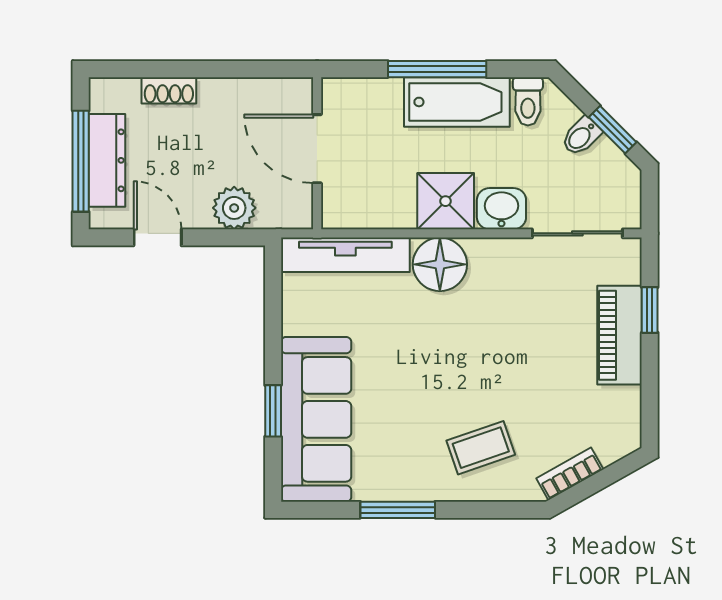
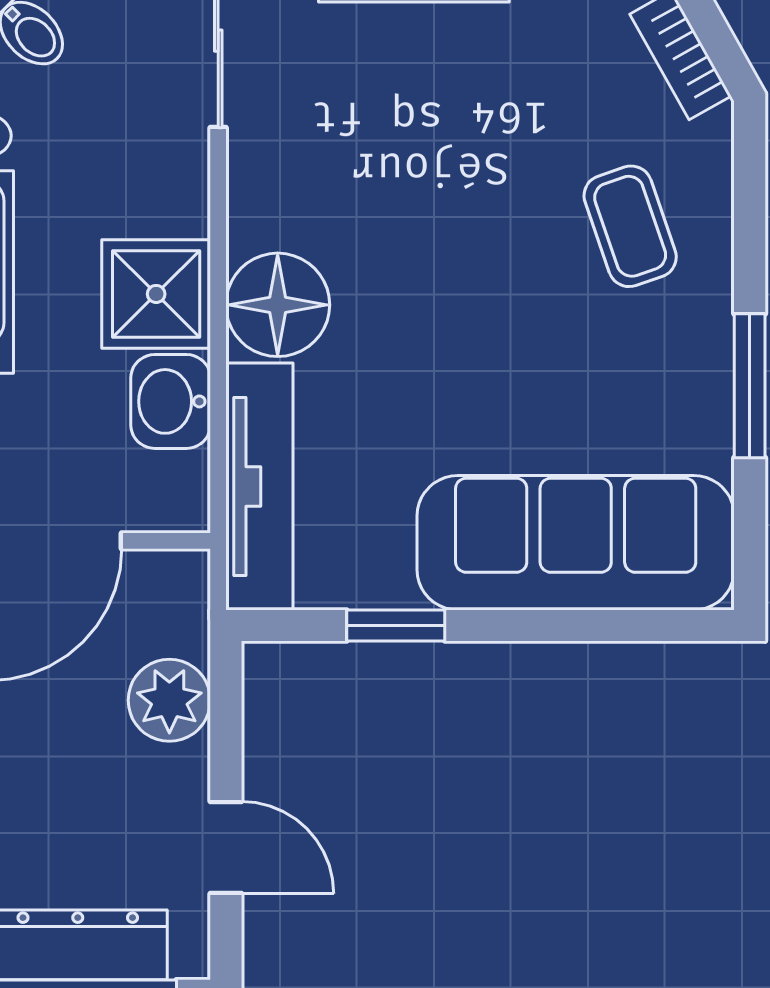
washbasin: (501, 209) -> (171, 401), moved
door: (158, 237) -> (226, 847), swing flipped
window: (273, 411) -> (396, 626), moved

